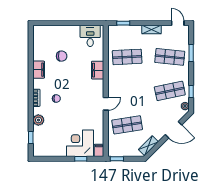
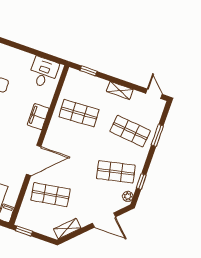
door: (106, 104) -> (34, 160), width x1.88

